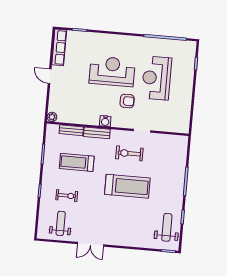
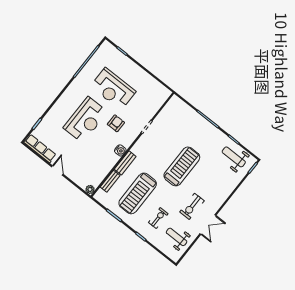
reception desk: (112, 71) -> (85, 120), turned 180
door: (50, 76) -> (57, 170), swing flipped
exercise bike: (129, 153) -> (192, 206), moved
treadmill: (77, 162) -> (138, 193), width x1.37, depth x1.38

